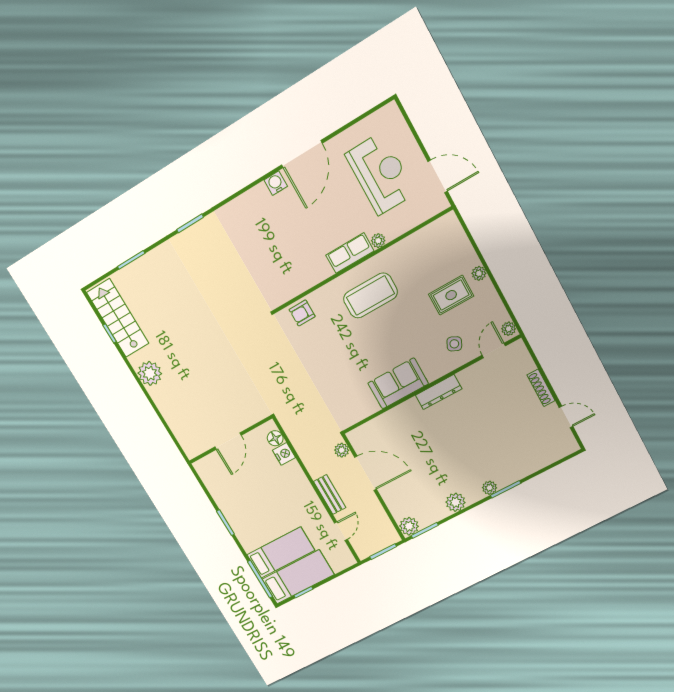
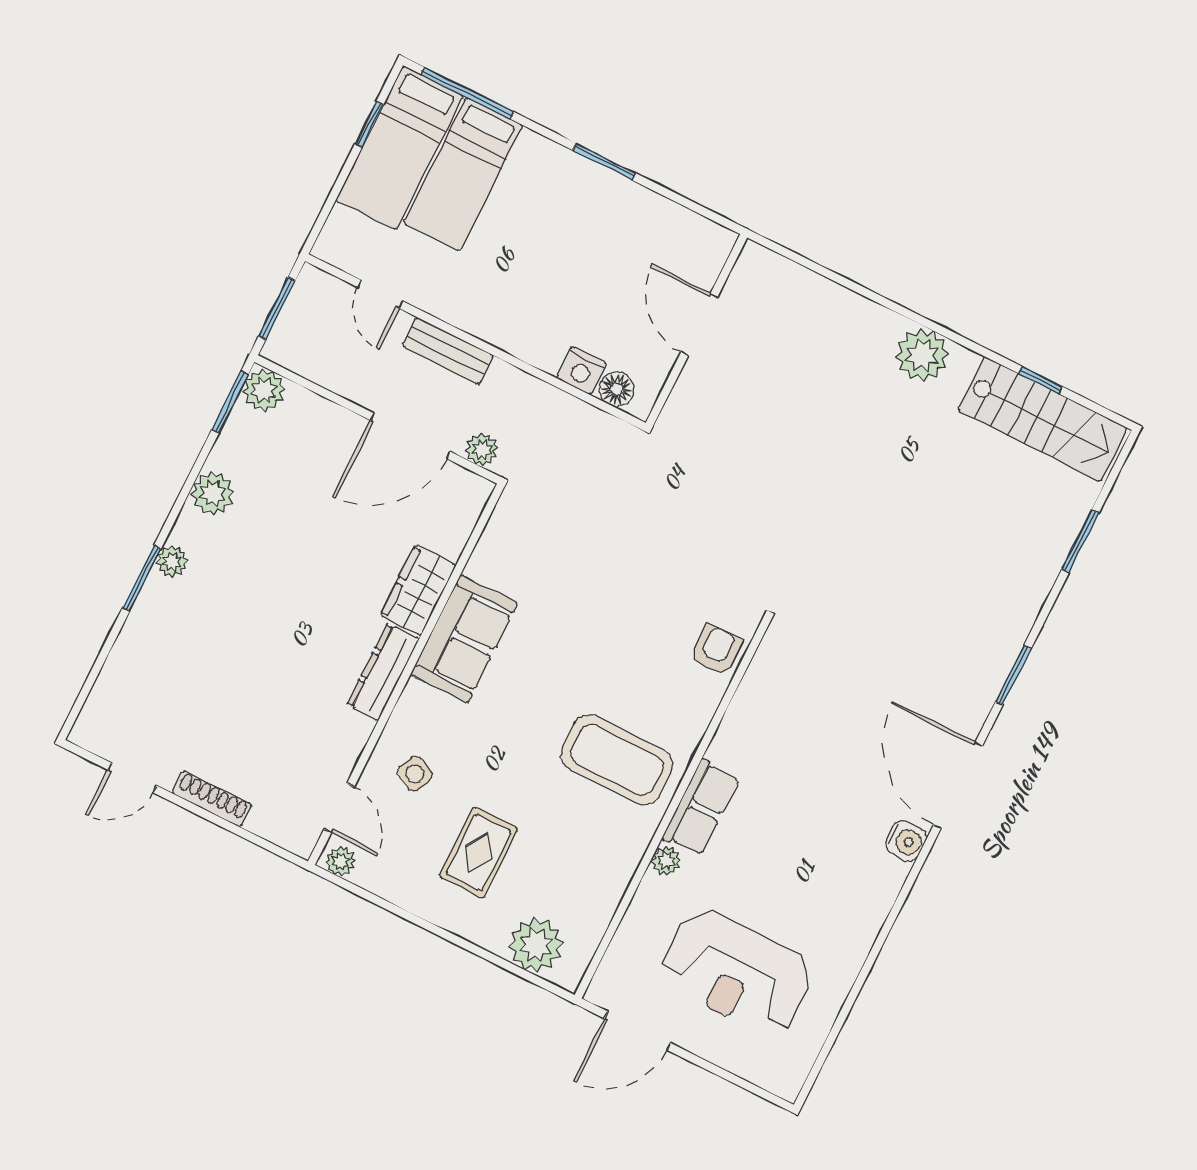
door: (302, 154) -> (958, 785), moved
plant: (479, 273) -> (536, 945), moved, width x1.87, depth x1.87
coffee table: (370, 296) -> (617, 760), turned 90
wardrobe: (403, 414) -> (418, 590), added

